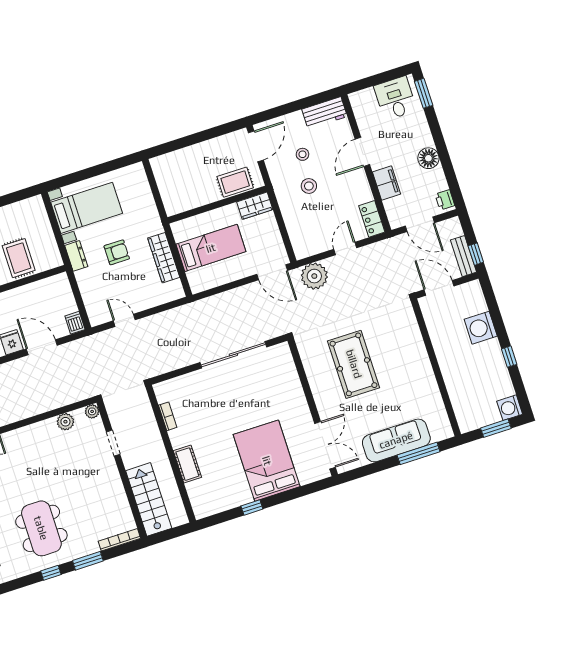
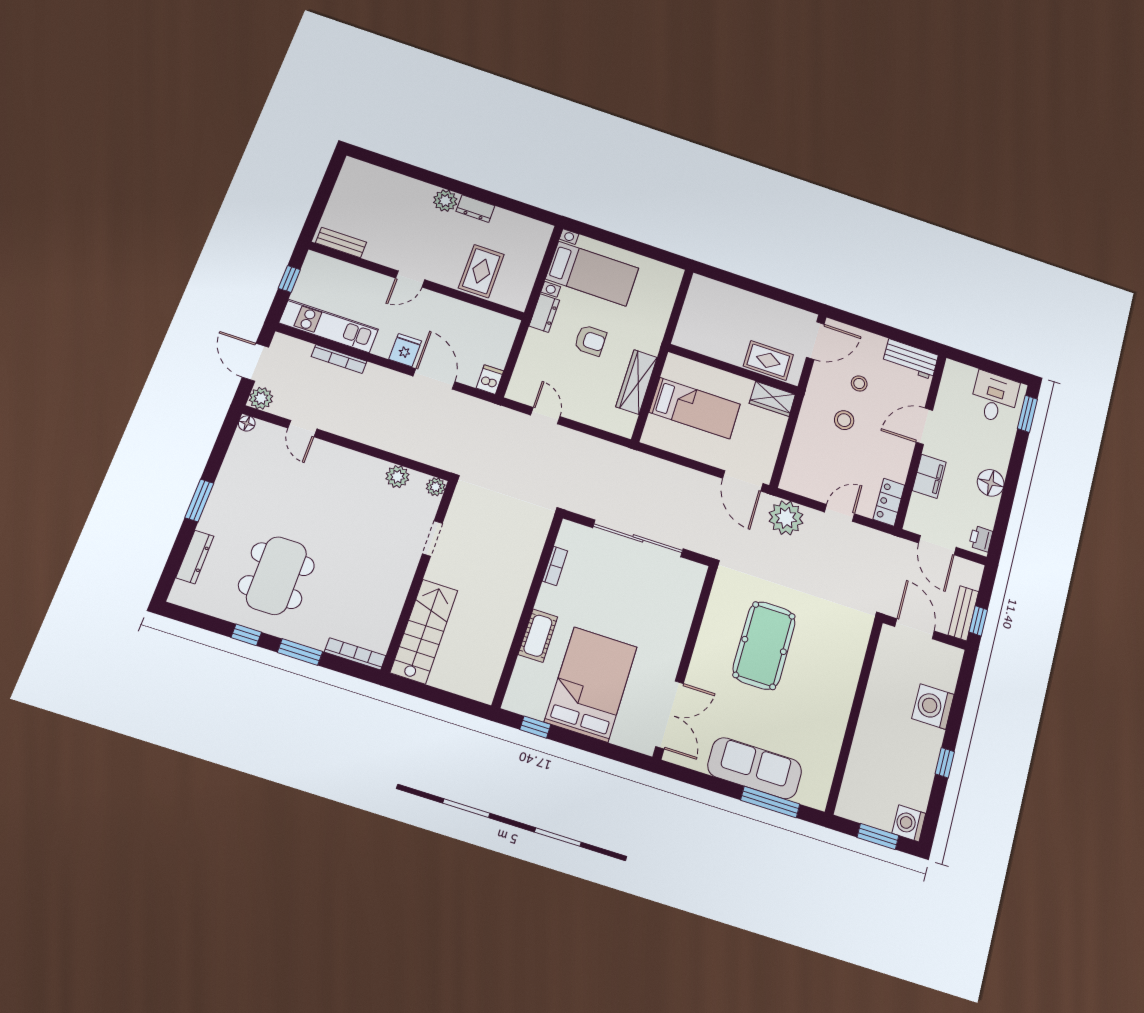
bookcase: (168, 416) -> (555, 566), moved
wall: (171, 454) -> (528, 610), moved
cot: (187, 464) -> (538, 636), moved

